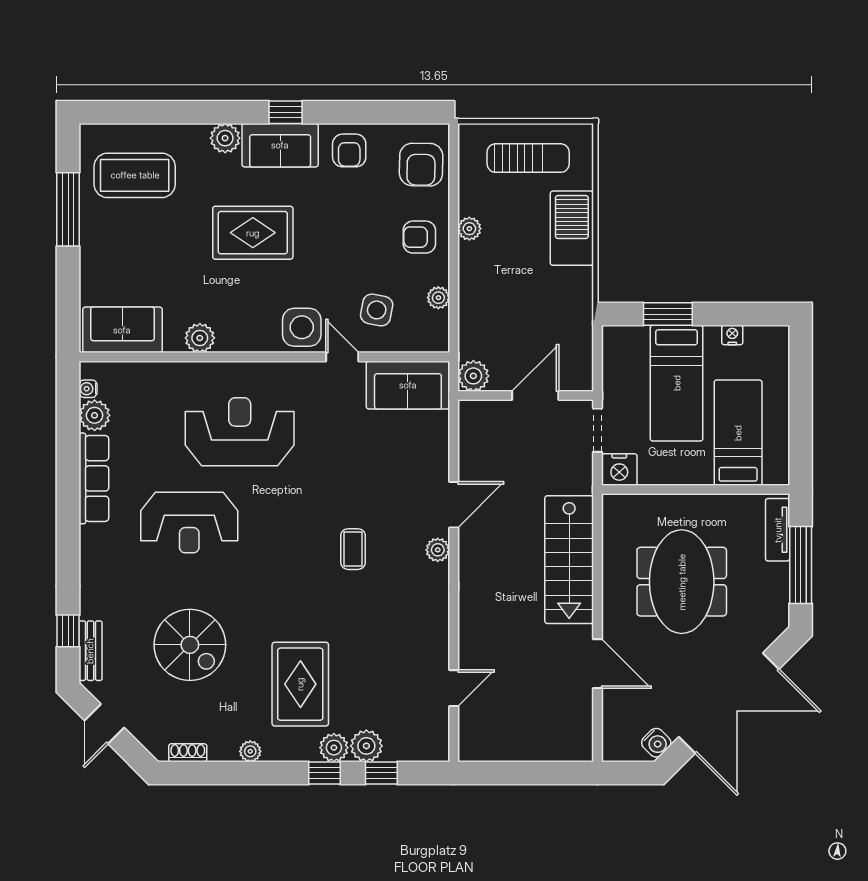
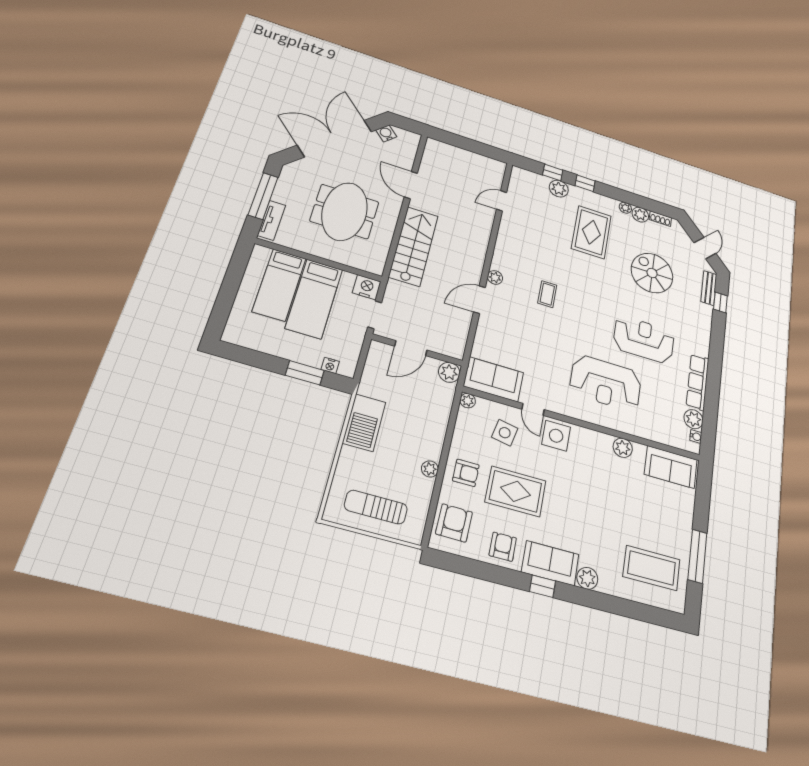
barbecue: (572, 228) -> (364, 423), moved
rug: (253, 233) -> (516, 491), moved
plant: (438, 298) -> (468, 401), moved
nightstand: (732, 335) -> (330, 365), moved
bed: (677, 383) -> (314, 299), moved, turned 180
plant: (334, 748) -> (640, 215), moved

